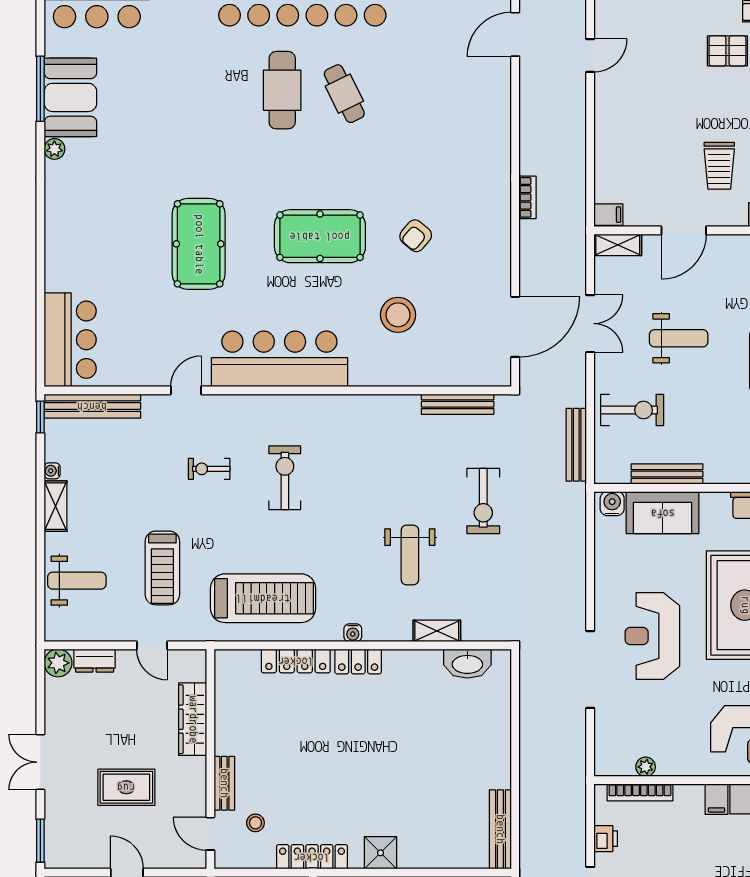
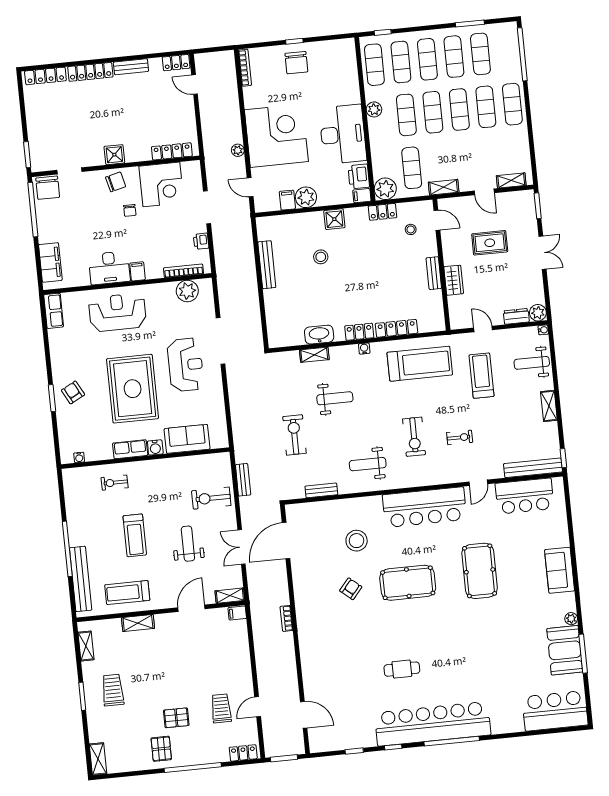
door: (515, 34) -> (304, 715), hinge flipped
cafe table: (282, 90) -> (439, 667), removed
cafe table: (344, 94) -> (402, 669), turned -64
trolley: (719, 166) -> (221, 708), moved
sofa: (65, 231) -> (560, 570), added
weight bench: (679, 338) -> (188, 544), turned 90
bar counter: (70, 340) -> (525, 496), moved, turned -90
bench: (458, 404) -> (321, 490), width x0.73
weight bench: (367, 440) -> (368, 464), added
bench: (576, 445) -> (243, 480), width x0.73
water cooler: (52, 471) -> (543, 330), moved
bench: (667, 474) -> (187, 462), removed
water cooler: (612, 504) -> (155, 447), moved
weight bench: (410, 555) -> (335, 398), turned 90
treadmill: (263, 598) -> (420, 364), turned 180
washbasin: (467, 664) -> (319, 335), moved
wardrobe: (193, 719) -> (454, 280), width x0.67
plant: (646, 767) -> (187, 291), width x1.88, depth x1.88
bench: (224, 783) -> (434, 273), moved
stool: (410, 792) -> (321, 257), added
bench: (500, 829) -> (267, 265), moved
locker: (312, 857) -> (382, 212), width x0.66

